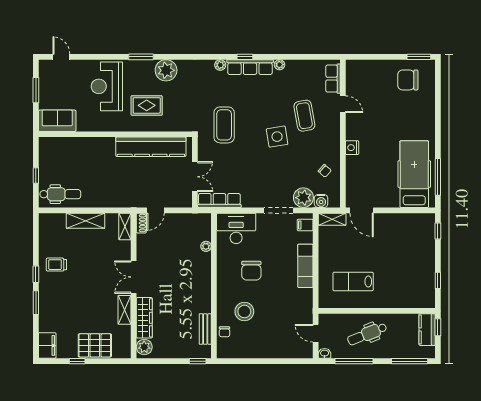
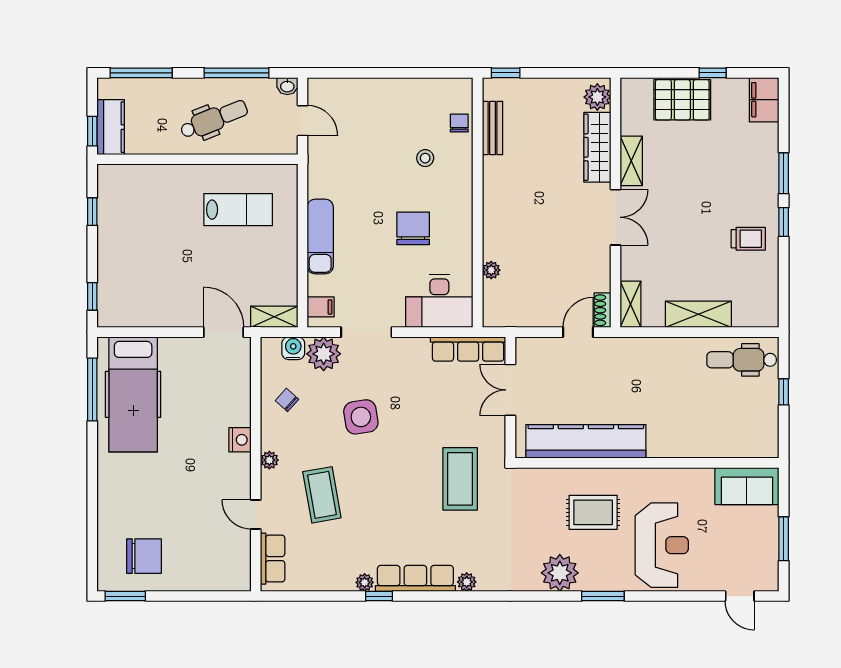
window: (245, 57) -> (379, 596), moved
plant: (335, 136) -> (269, 460), added
side table: (277, 137) -> (361, 417), moved
stool: (244, 311) -> (425, 158), width x0.53, depth x0.53

